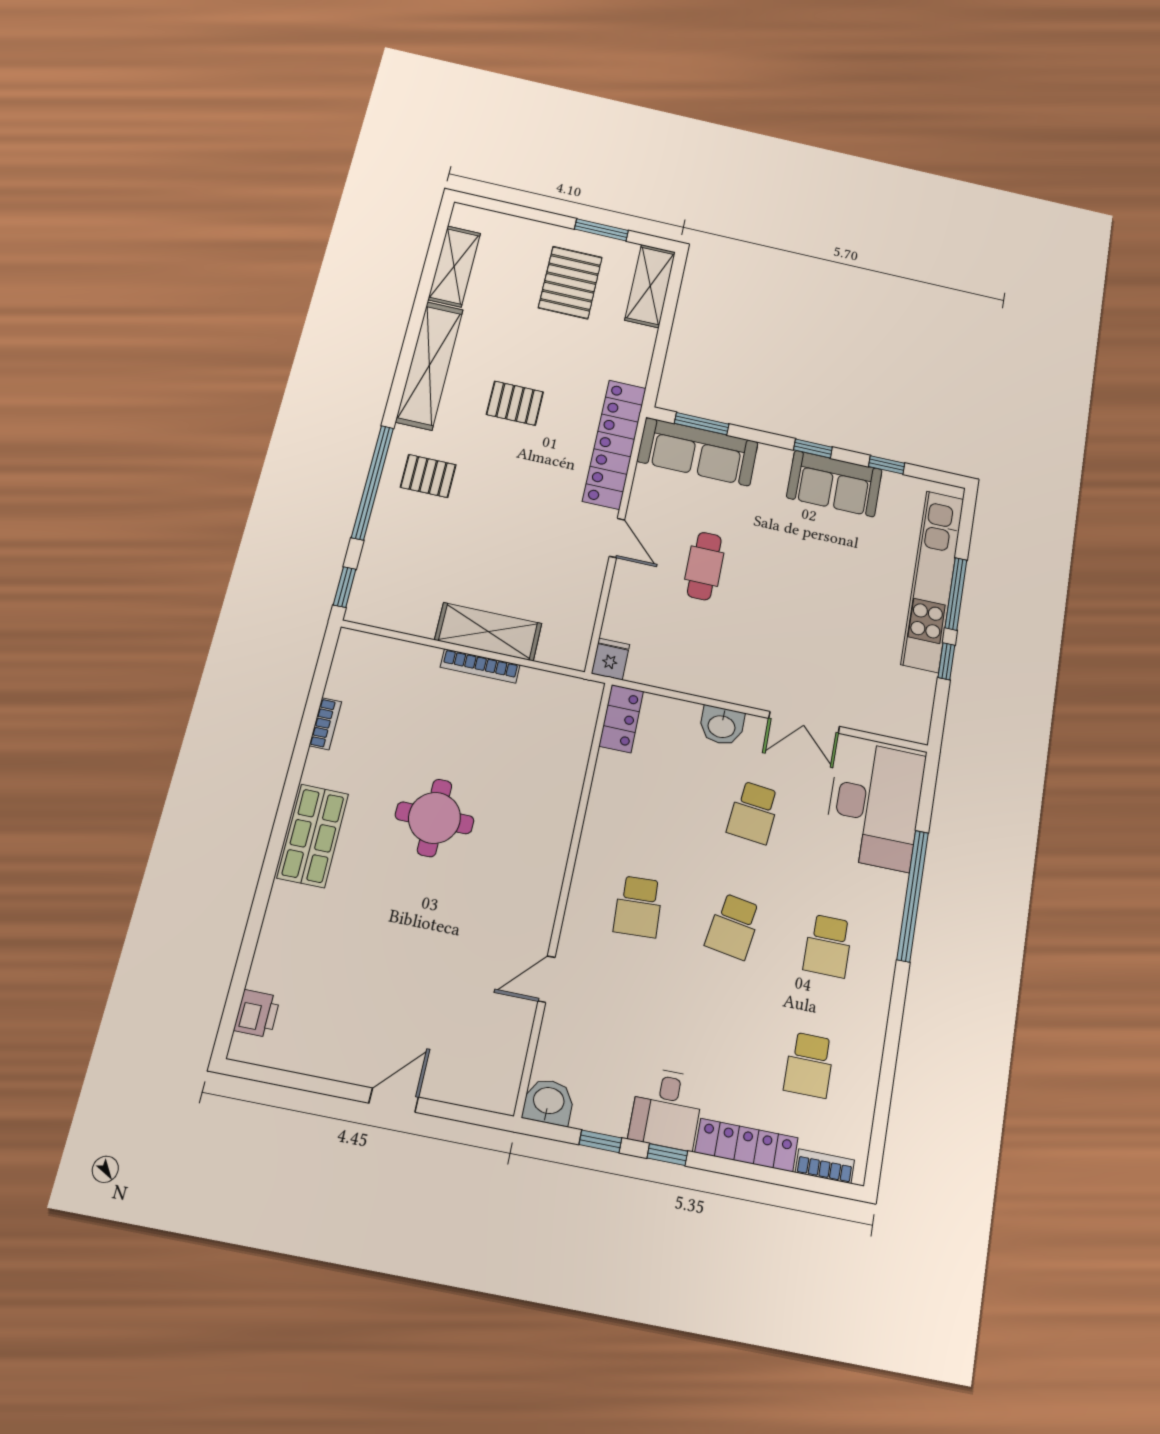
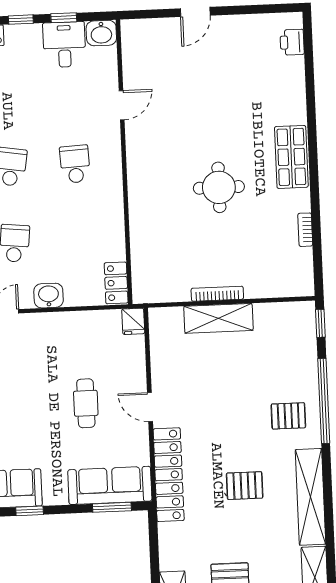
desk: (666, 1109) -> (64, 45), moved

